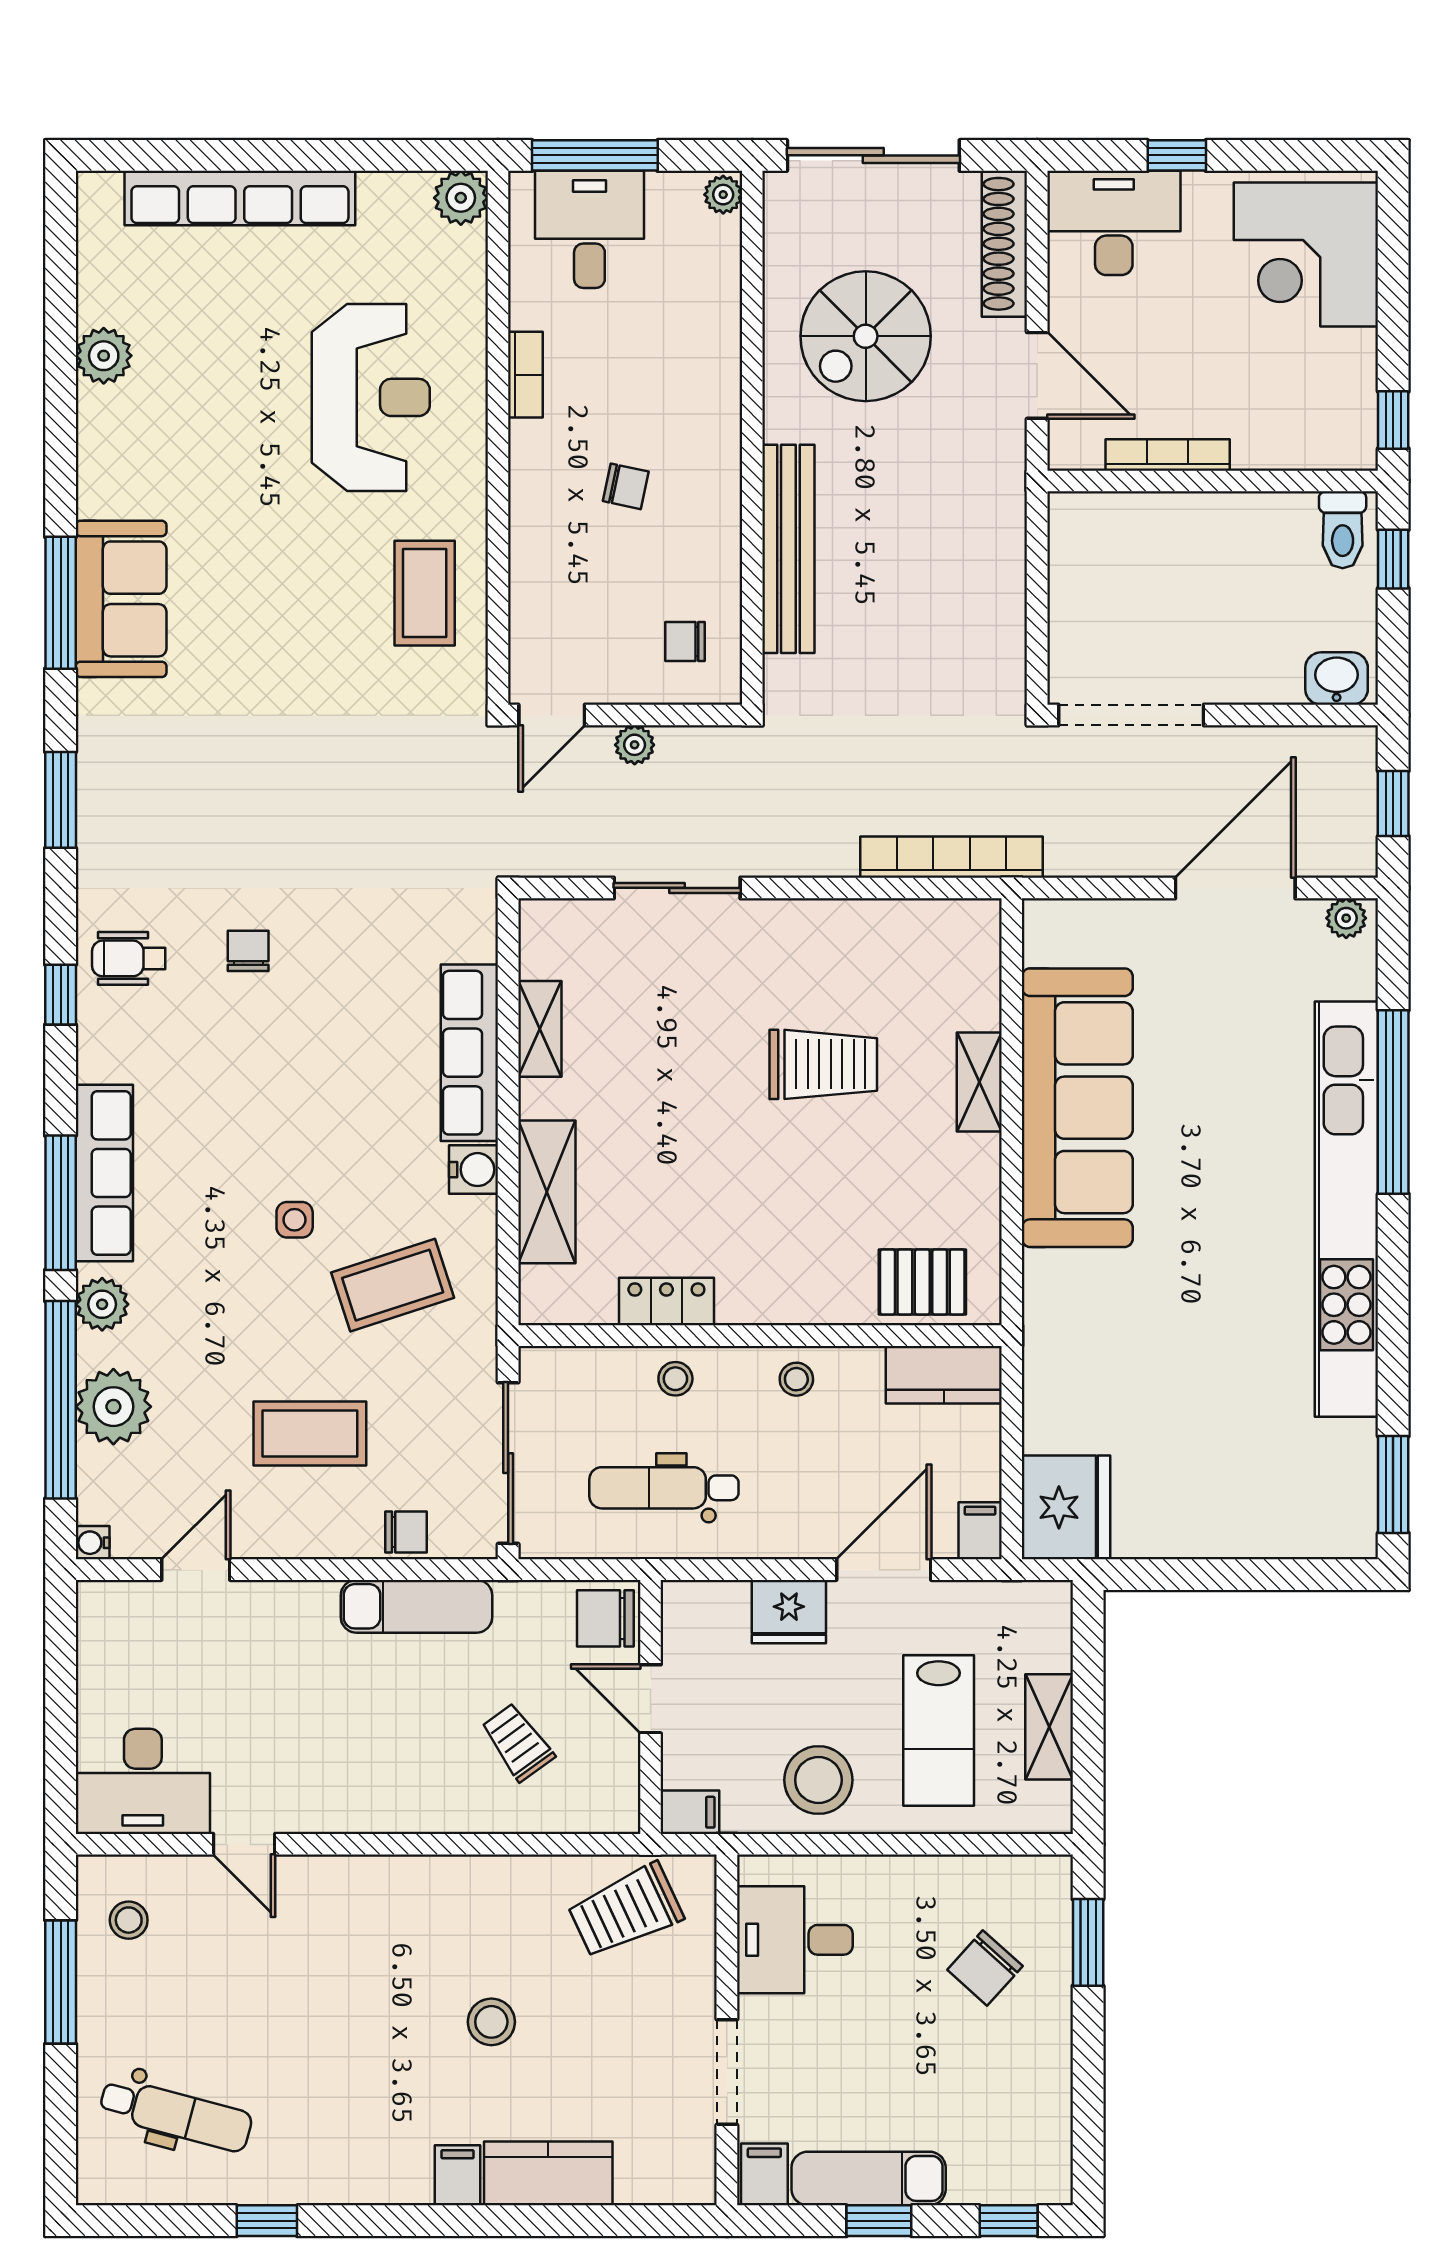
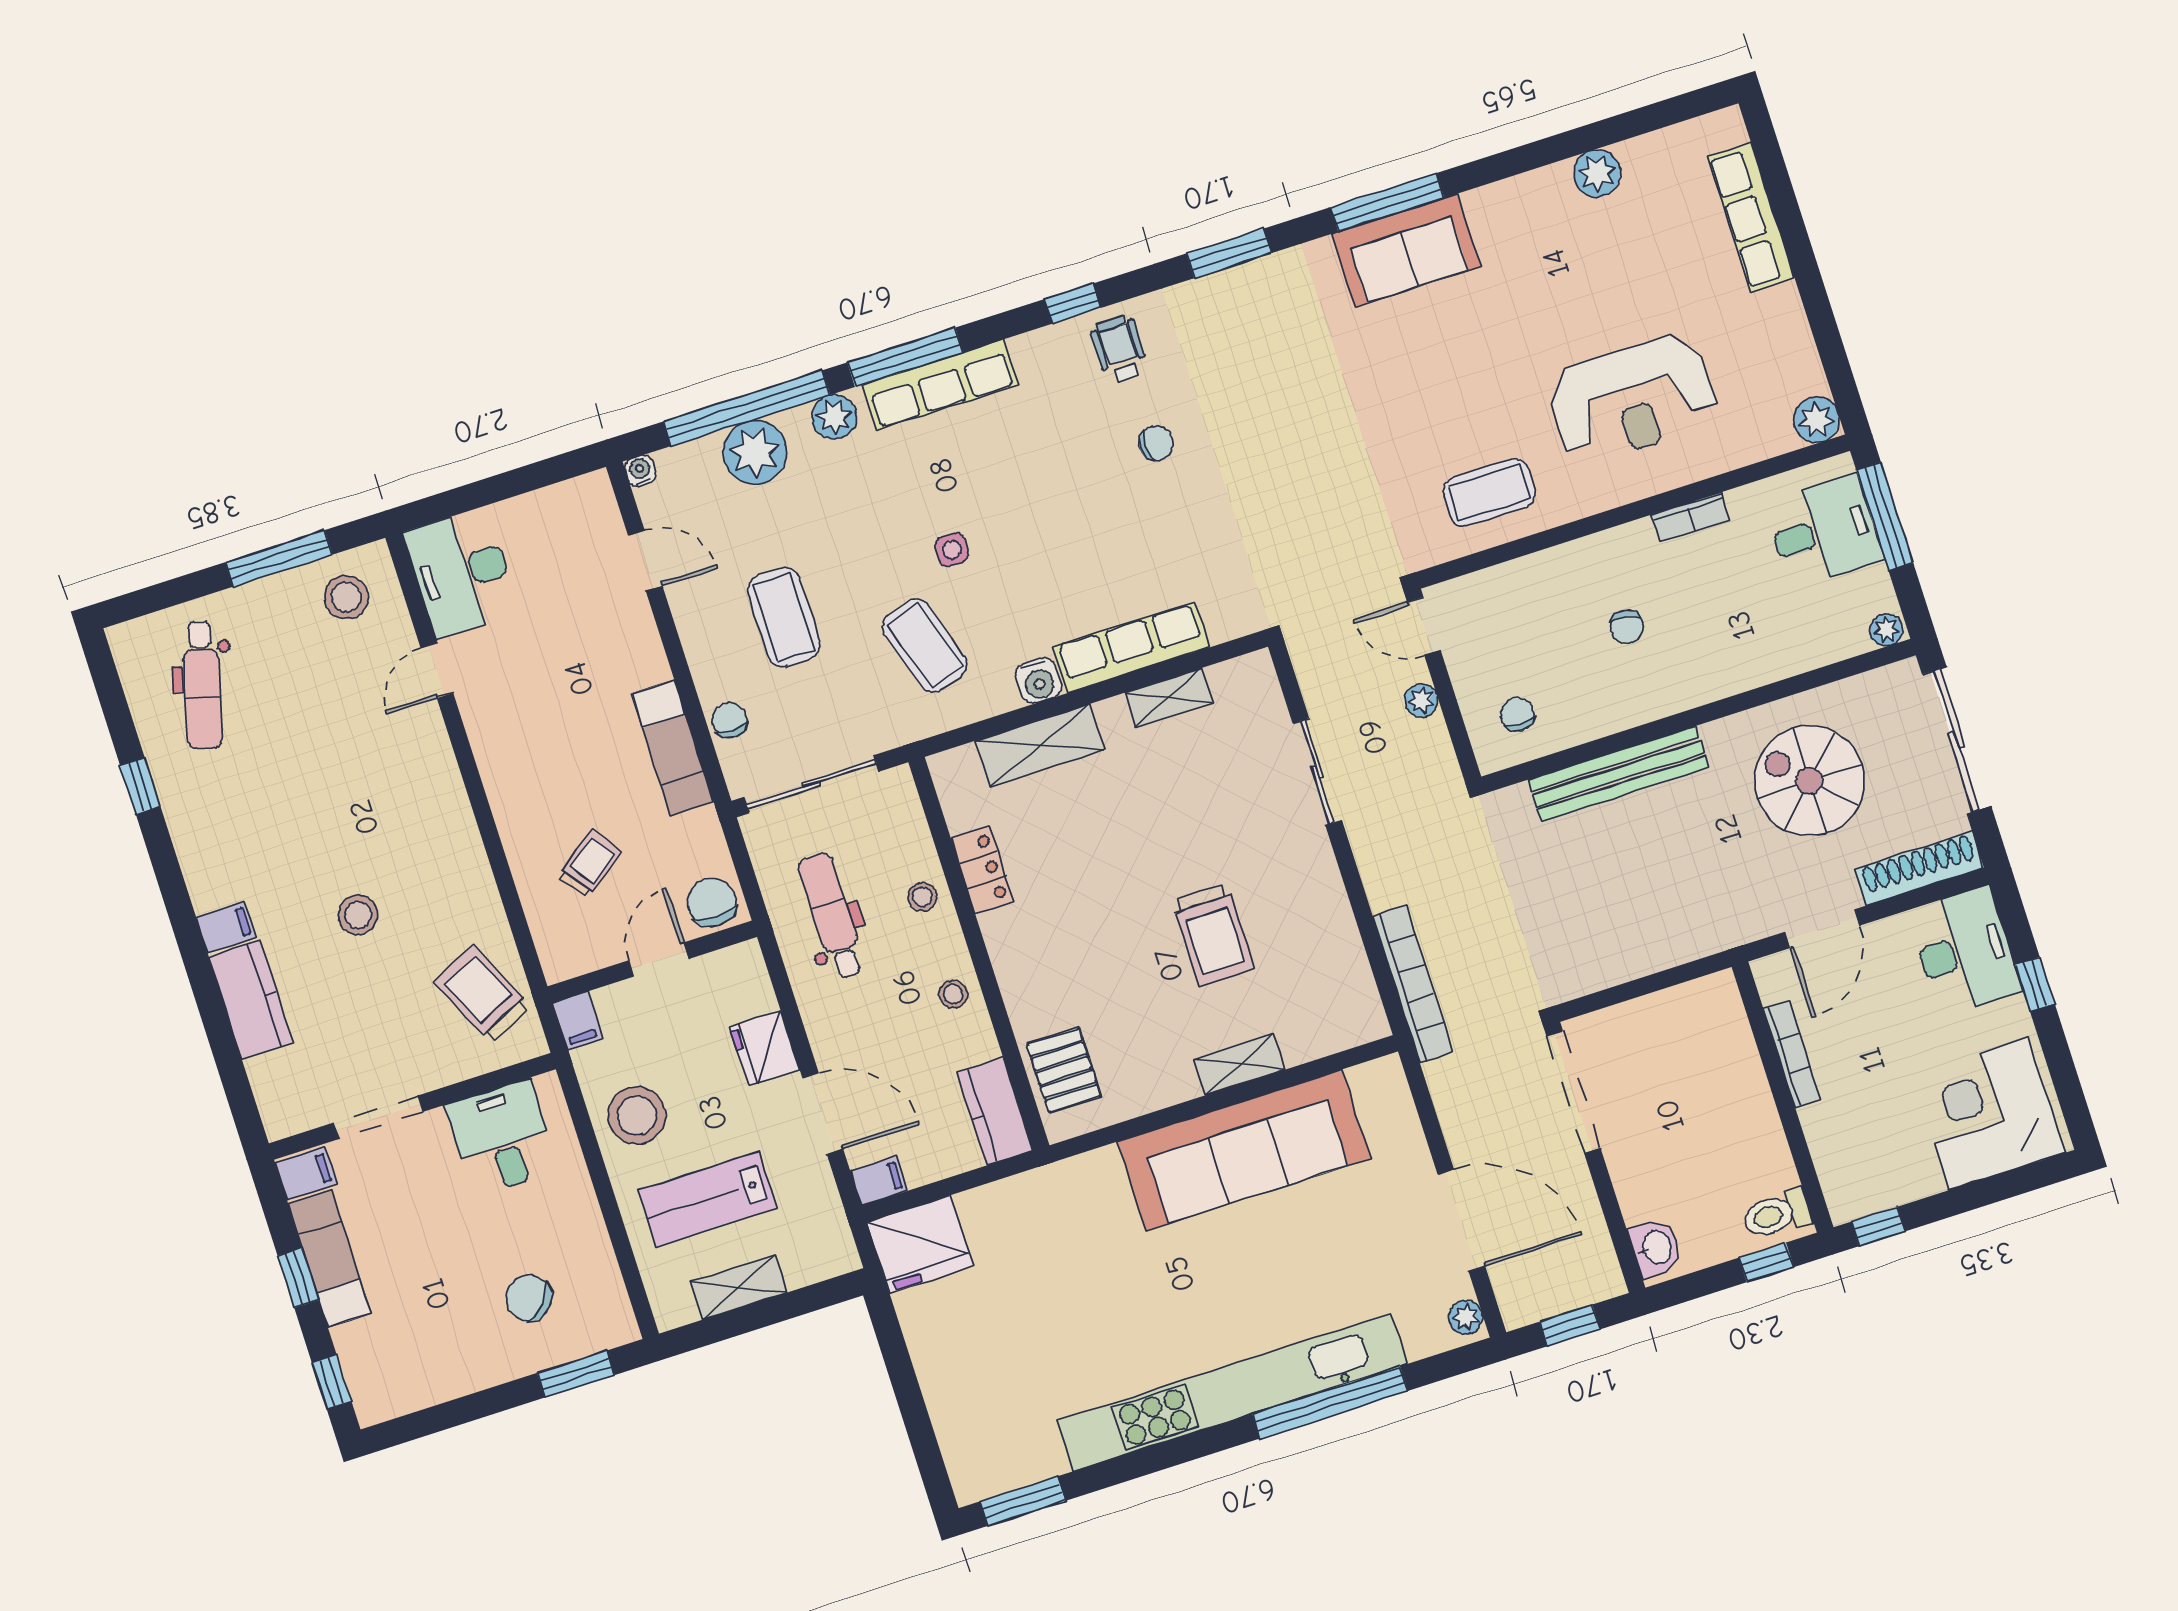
row of seats: (240, 198) -> (1751, 217), width x0.73
chair: (406, 1532) -> (730, 720), turned 180
stool: (129, 1920) -> (346, 597), width x1.37, depth x1.37

